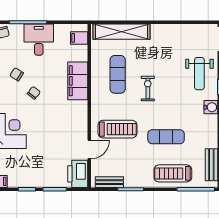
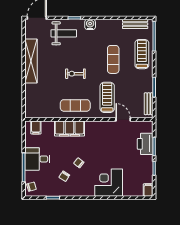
shelving: (121, 32) -> (31, 61), moved
exercise mat: (118, 74) -> (75, 105), moved
treadmill: (173, 173) -> (142, 54), turned 180
printer: (78, 174) -> (145, 144), moved, turned 90

